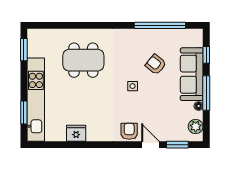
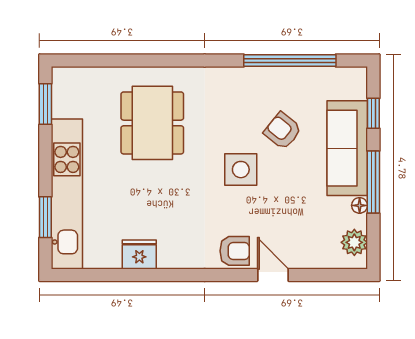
dining table: (83, 60) -> (152, 123), turned 90
side table: (133, 86) -> (241, 170), width x1.87, depth x1.87
armchair: (129, 131) -> (235, 251), turned 90
window: (177, 145) -> (321, 275), removed

